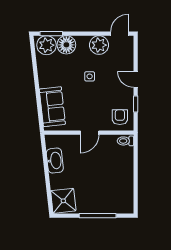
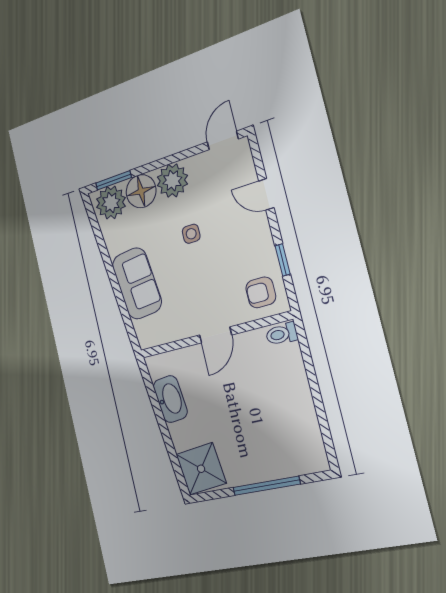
plant: (99, 45) -> (172, 181), moved
door: (136, 79) -> (266, 194), moved
sofa: (52, 107) -> (137, 283), moved
armchair: (120, 117) -> (261, 292), turned -90

